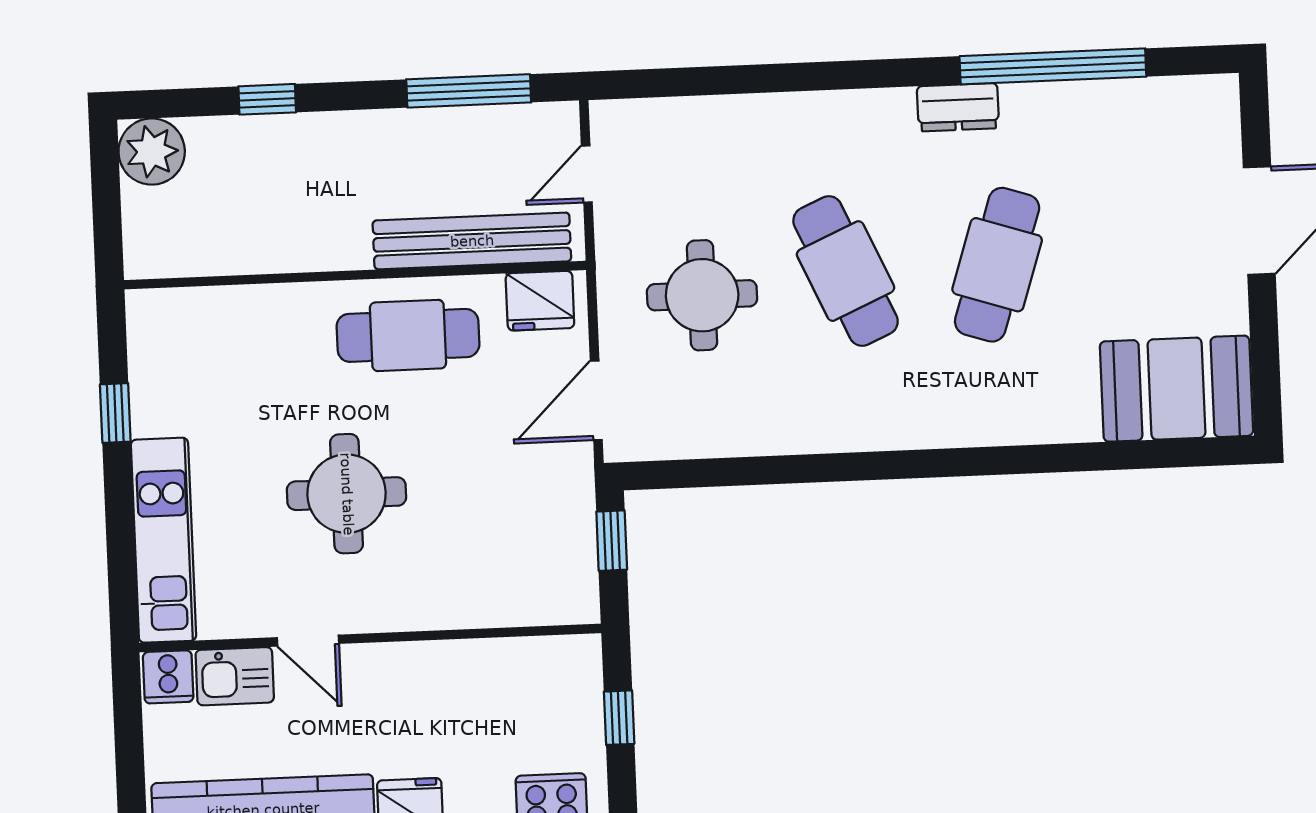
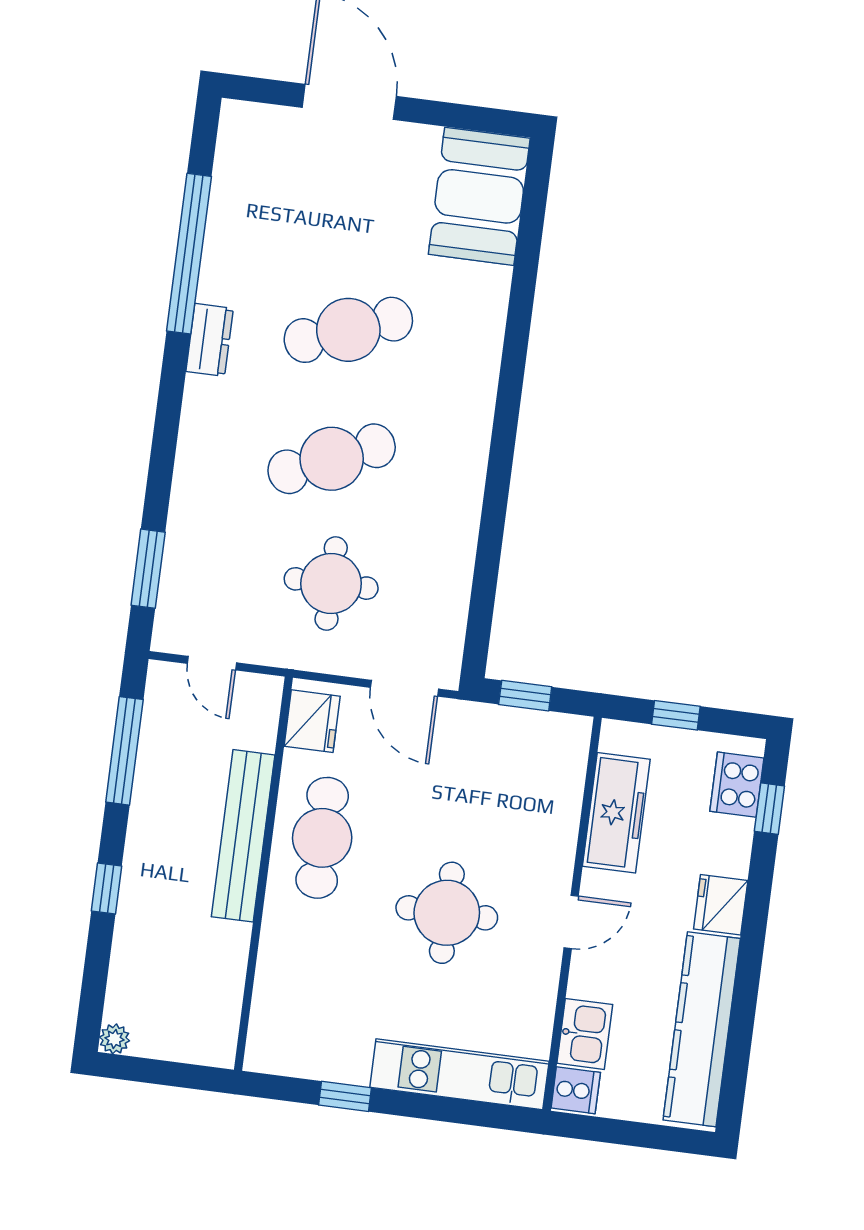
window: (683, 82) -> (148, 569), added
window: (267, 99) -> (107, 888), moved
plant: (152, 152) -> (115, 1039), width x0.53, depth x0.53
bench: (472, 241) -> (243, 836), moved
cafe table: (997, 265) -> (348, 330), turned -39
door: (308, 641) -> (571, 922), moved
freezer: (495, 669) -> (616, 813), added

